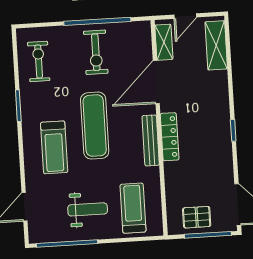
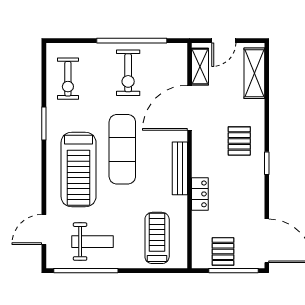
exercise bike: (39, 61) -> (68, 79), turned 180
pallet: (206, 111) -> (239, 141), added
locker: (170, 137) -> (200, 194), moved, width x0.66
treadmill: (54, 147) -> (79, 169), width x1.37, depth x1.38
weight bench: (88, 209) -> (92, 242), moved
pallet: (197, 217) -> (223, 251), turned 90

